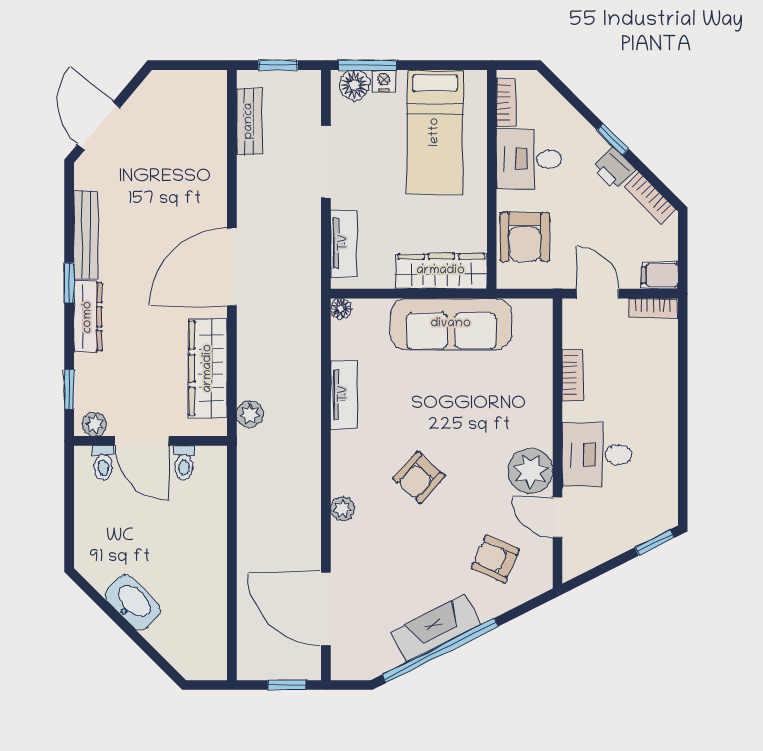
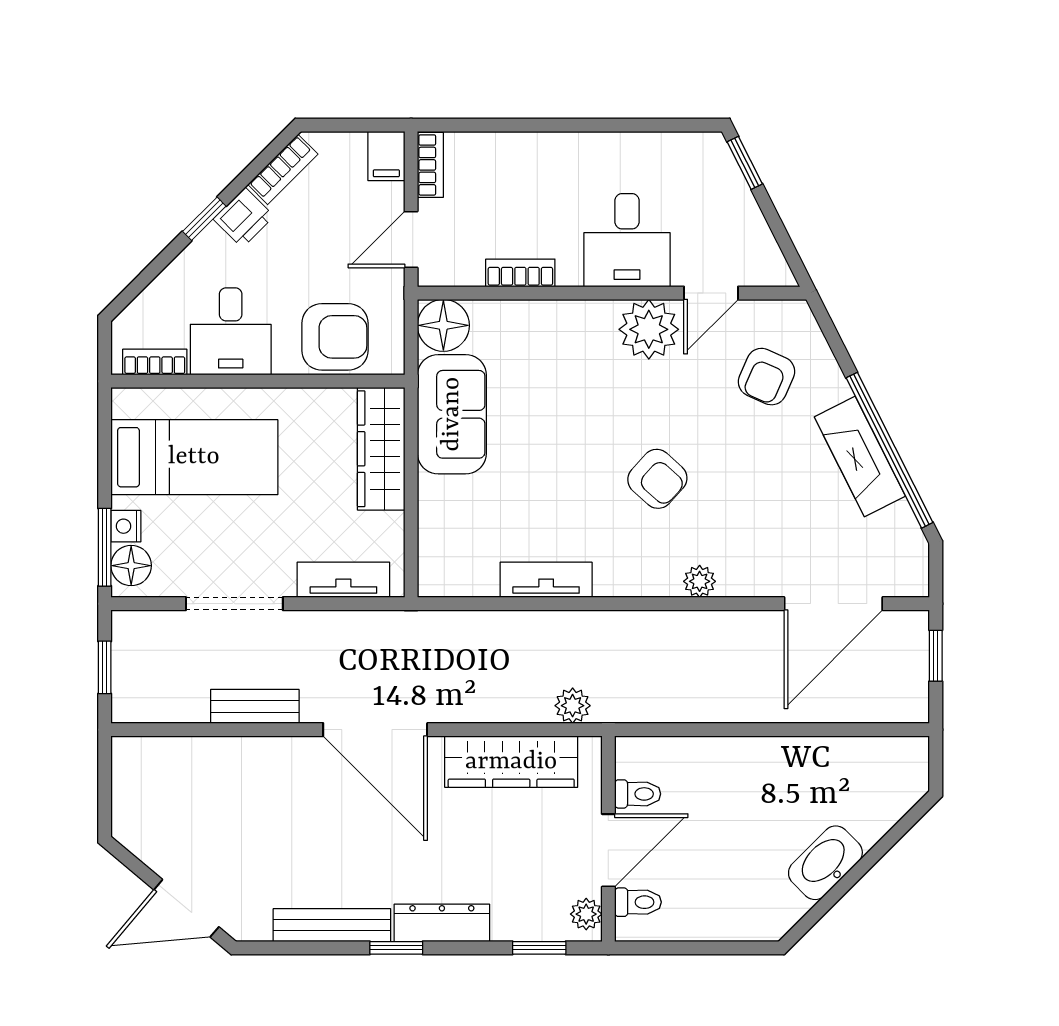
bench: (249, 121) -> (255, 706), moved
floor lamp: (341, 309) -> (443, 325), moved, width x1.89, depth x1.89
sofa: (451, 324) -> (452, 414), width x0.73

